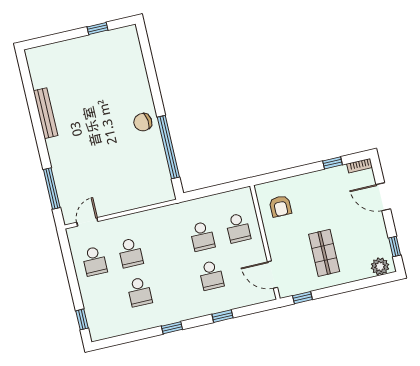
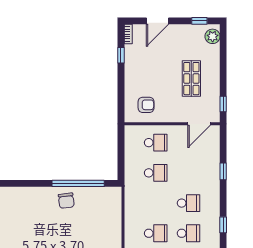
chair: (143, 122) -> (66, 201), moved
shop shelf: (324, 253) -> (191, 79), turned 90
school desk: (211, 275) -> (189, 203), moved
window: (172, 328) -> (223, 225), moved

